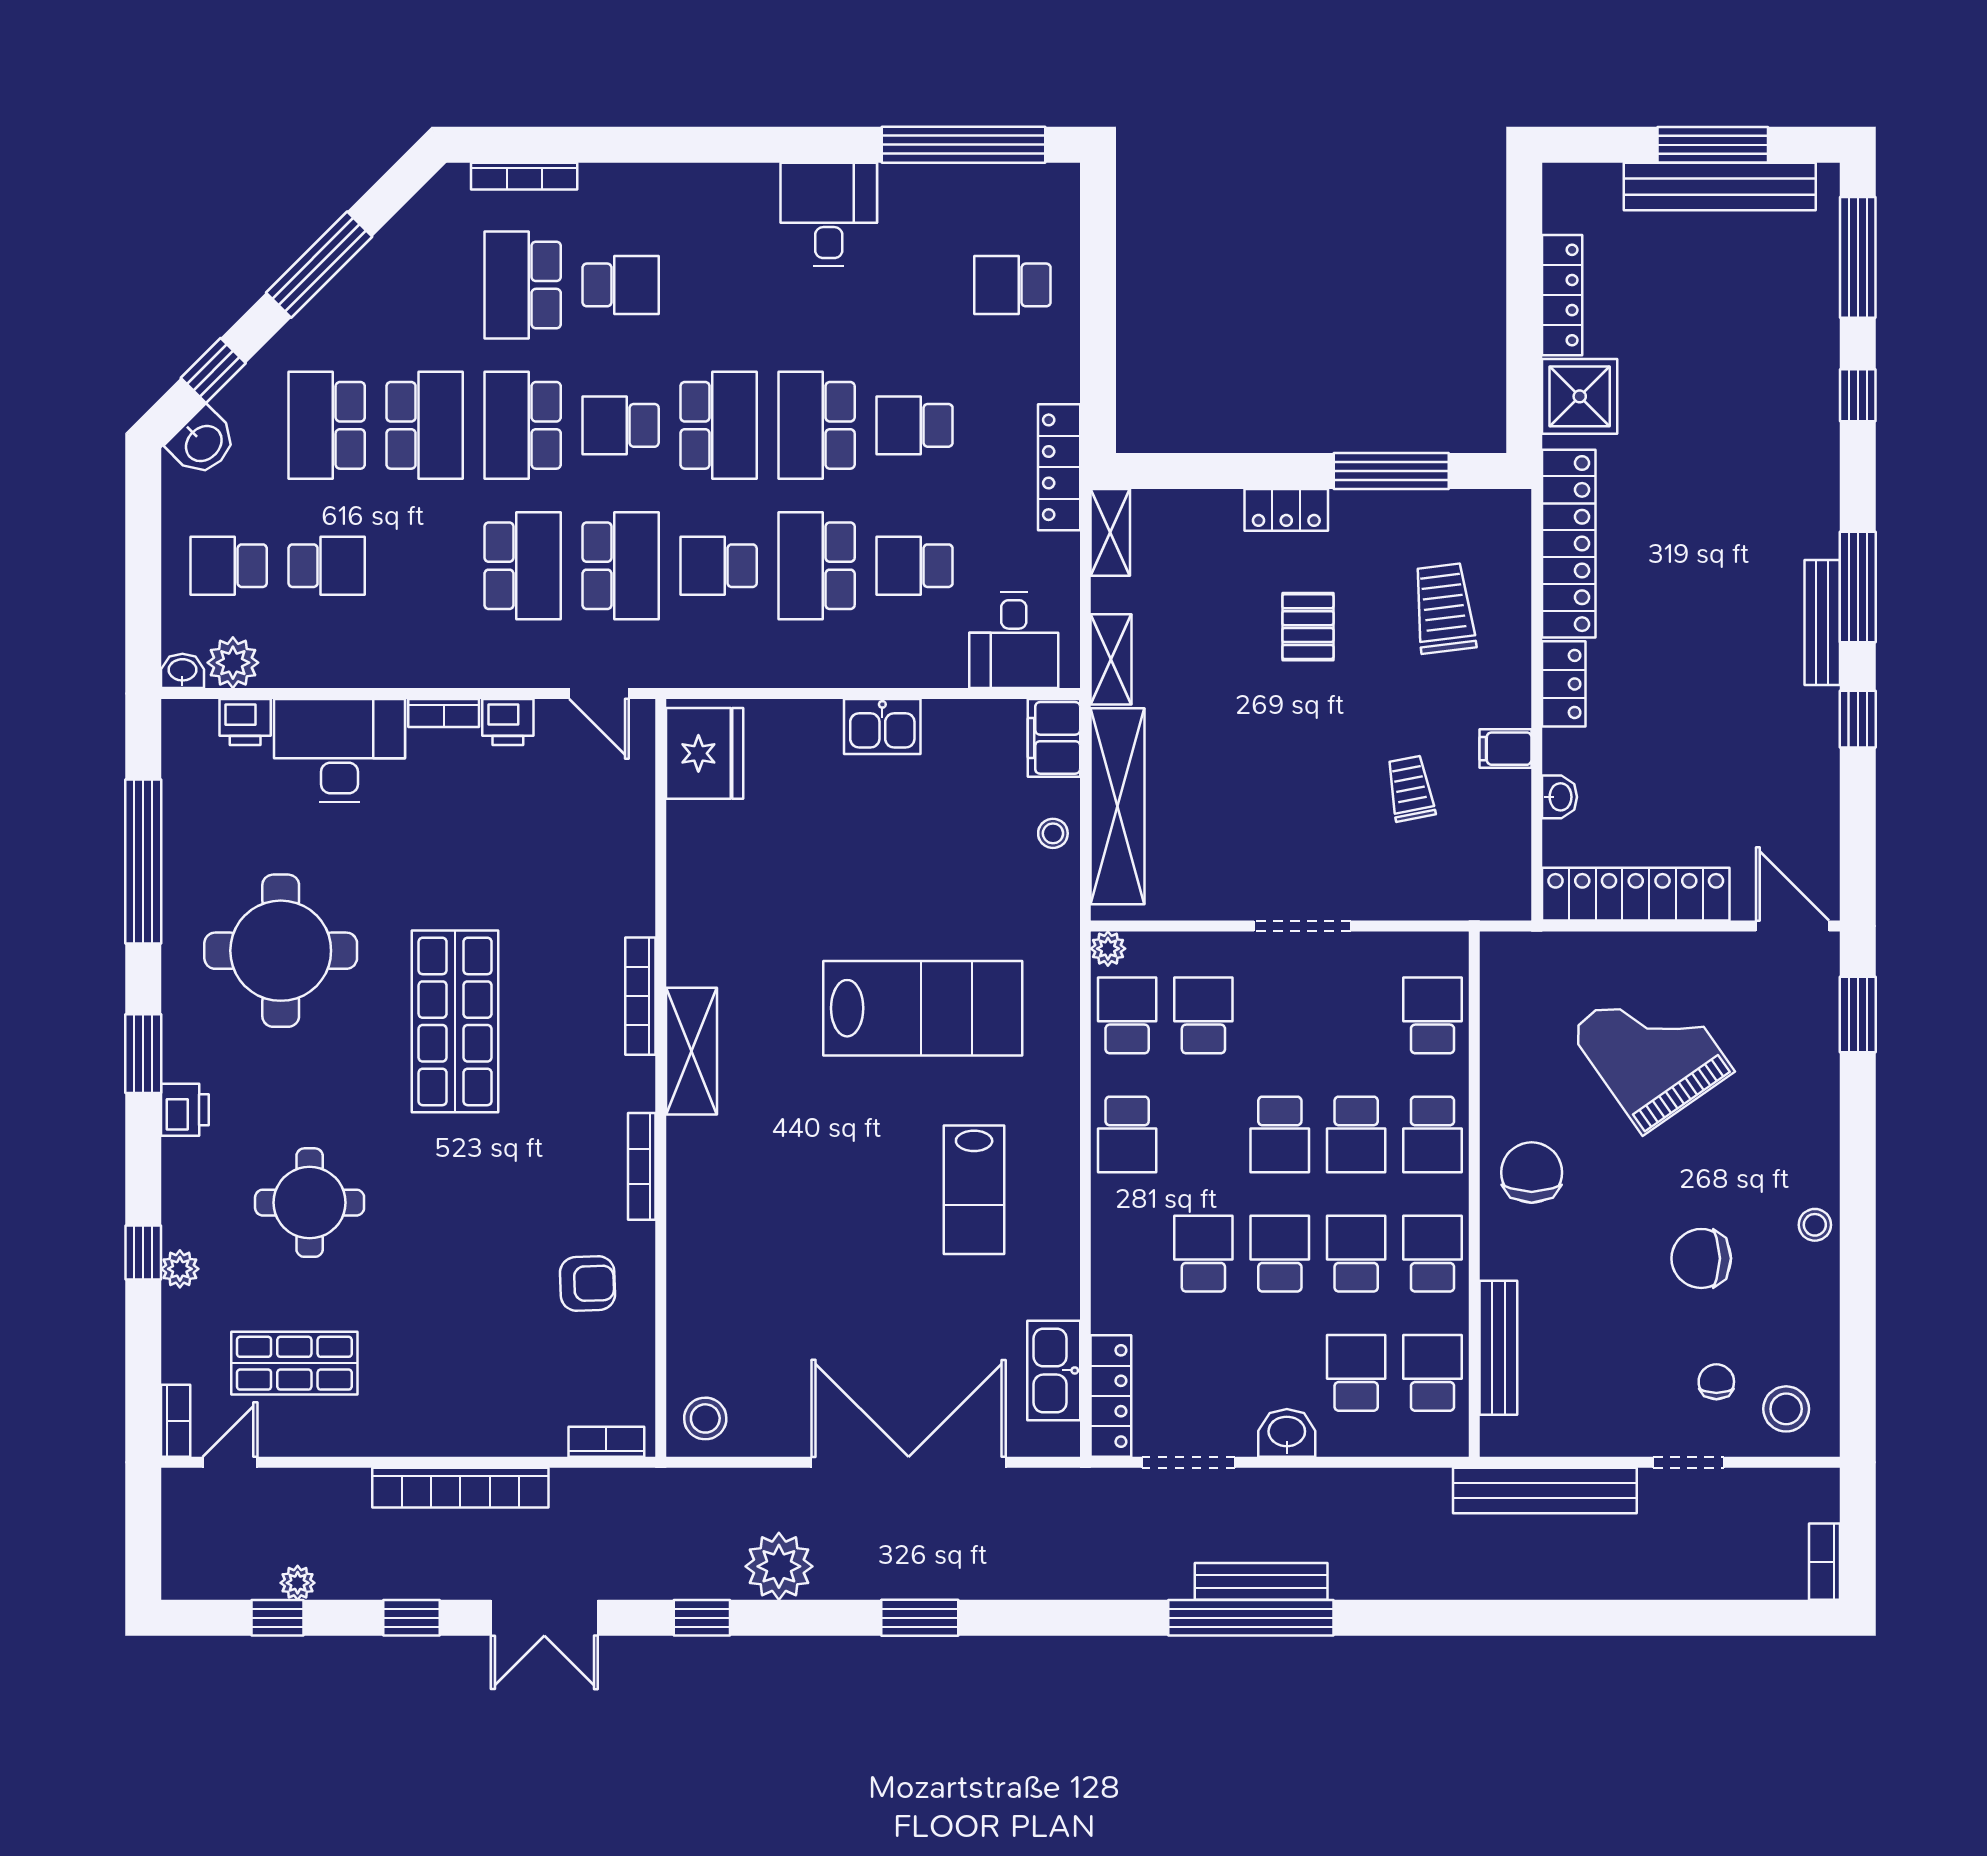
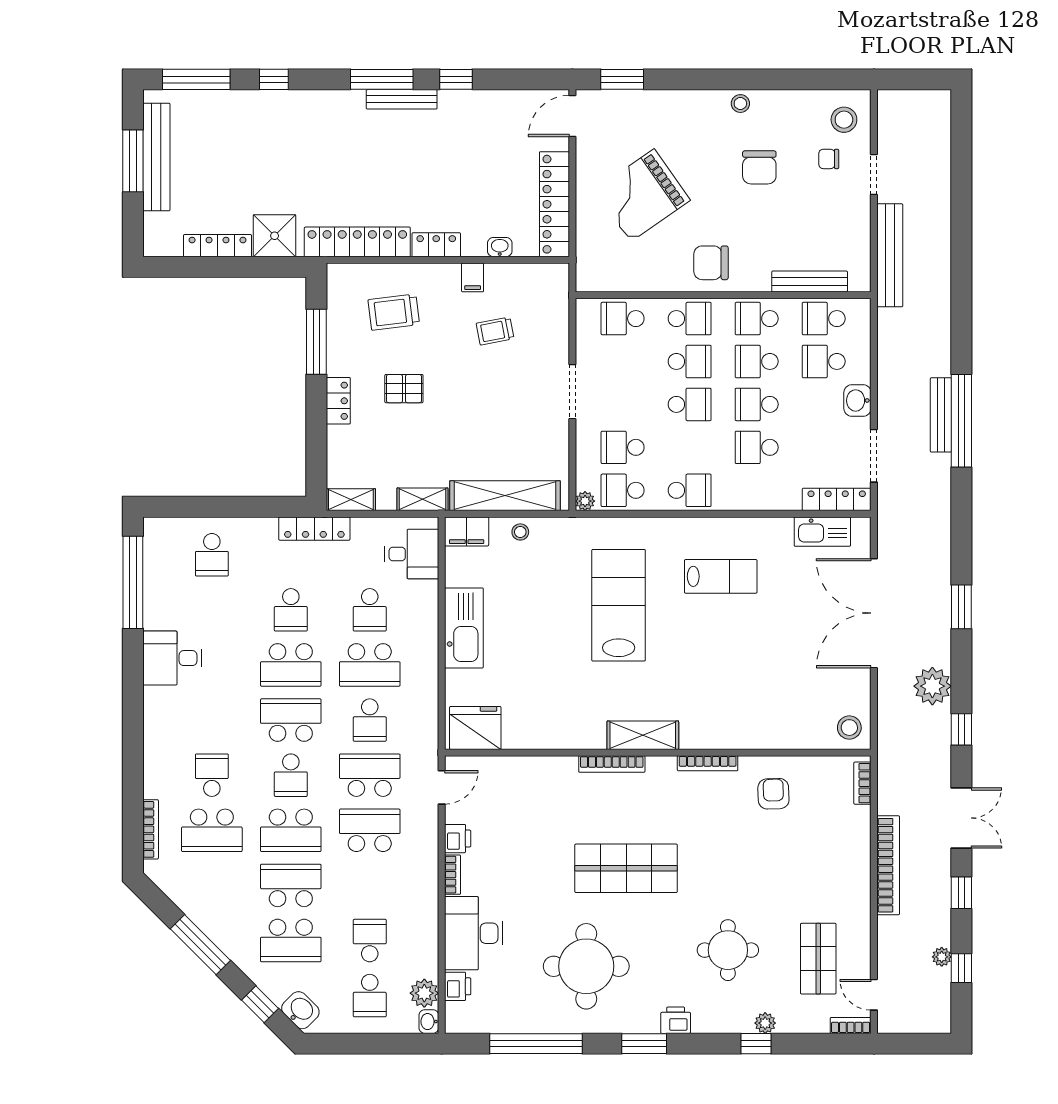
kitchen sink: (882, 727) -> (464, 628), width x1.88, depth x1.24
bookcase: (1825, 1562) -> (930, 98), removed

